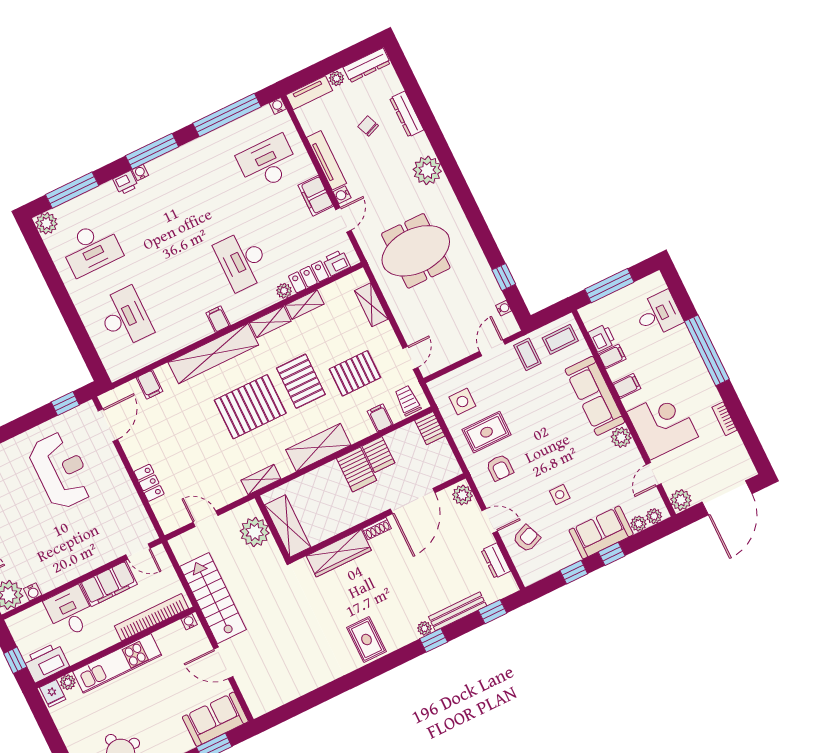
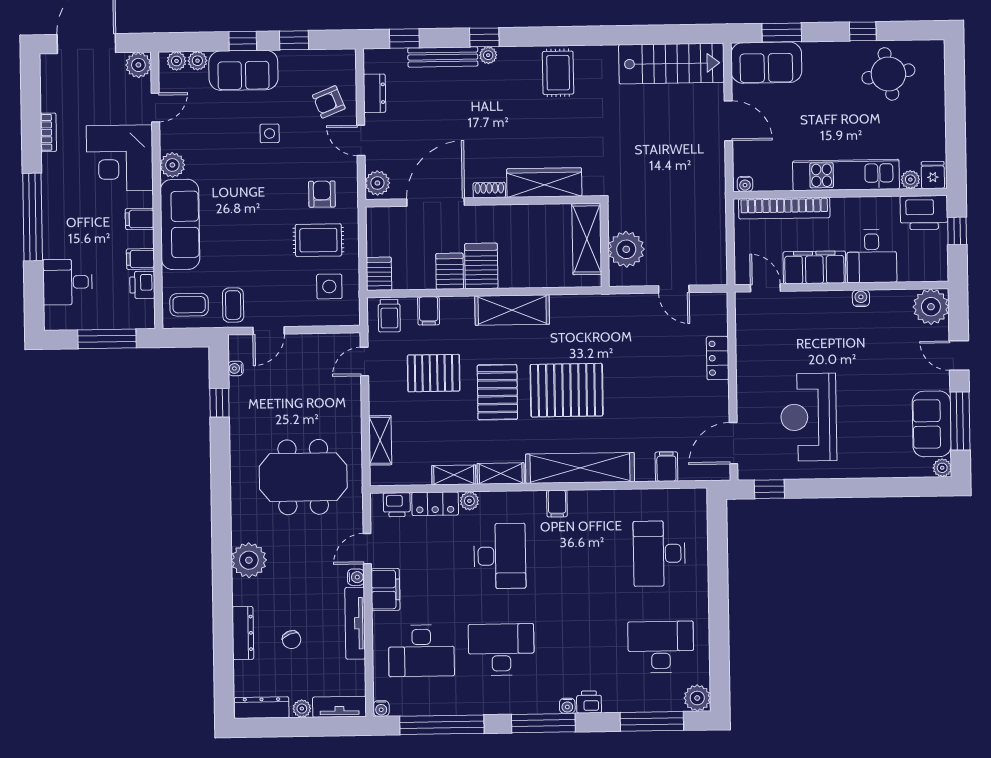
desk: (209, 191) -> (501, 649), added
shelving: (261, 480) -> (592, 304), removed
water cooler: (33, 592) -> (861, 298), moved
stairs: (213, 598) -> (671, 63), moved, turned -90

